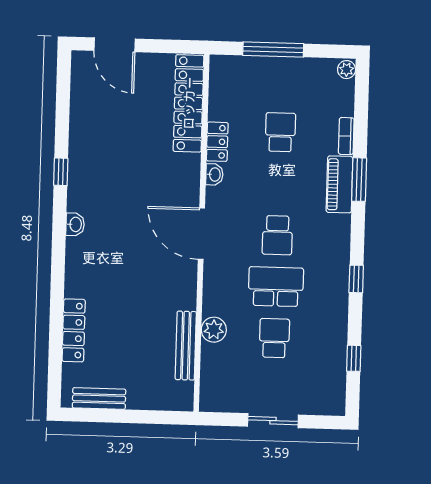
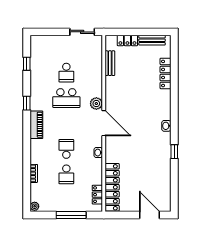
locker: (217, 142) -> (97, 195), moved
window: (359, 180) -> (27, 152), removed
piano: (340, 184) -> (36, 125), moved
school desk: (277, 235) -> (66, 149), moved
plant: (214, 330) -> (96, 104), moved
bench: (186, 346) -> (110, 63), width x0.73
locker: (149, 399) -> (127, 41), added
sliding door: (273, 421) -> (82, 32), moved

